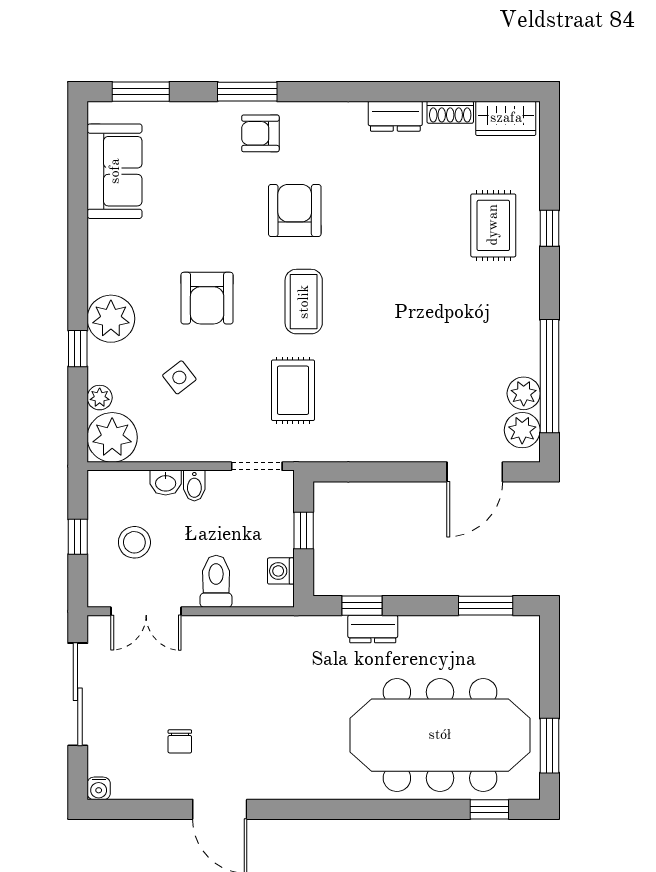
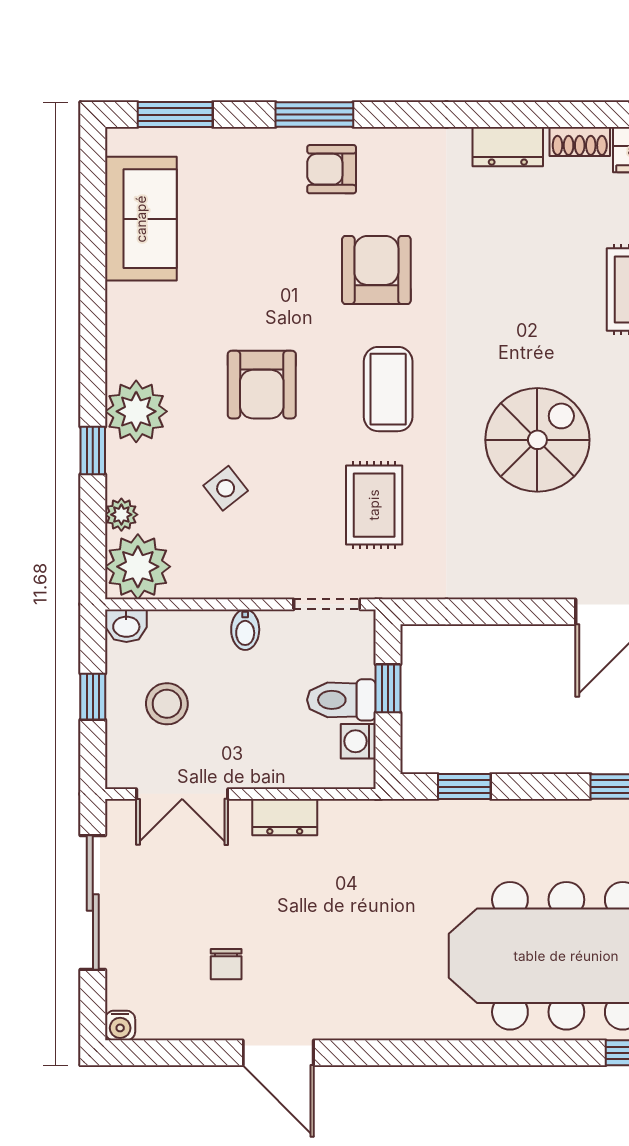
spiral stairs: (418, 340) -> (537, 440), added
washbasin: (166, 483) -> (126, 626), moved
toilet: (216, 581) -> (341, 700), moved, turned -90
dresser: (373, 629) -> (285, 817), moved

